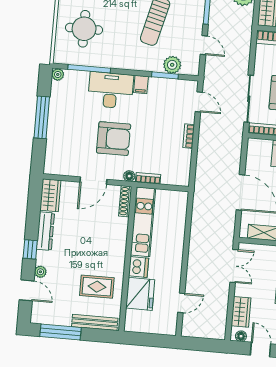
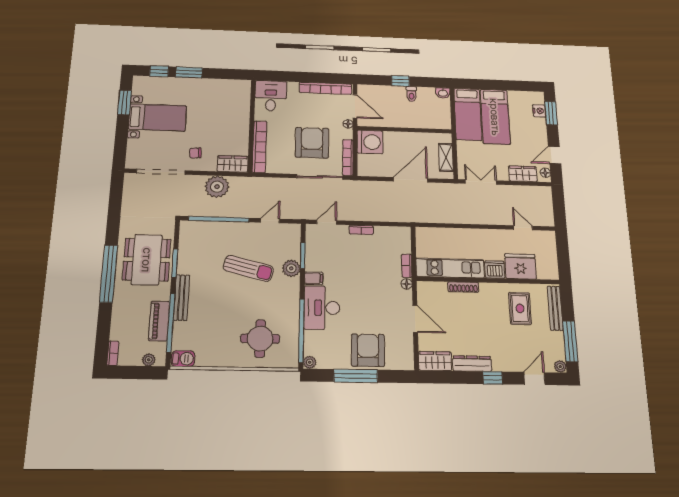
plant: (172, 65) -> (291, 268), moved
window: (89, 69) -> (301, 331), width x1.46
armchair: (114, 139) -> (368, 350), moved
shoe rack: (125, 201) -> (463, 287), moved
plant: (40, 272) -> (560, 366), moved

